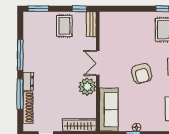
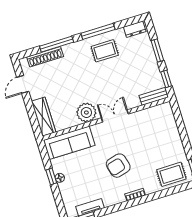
window: (38, 9) -> (157, 51), moved
rug: (64, 26) -> (105, 51), moved
dresser: (28, 82) -> (135, 29), moved

